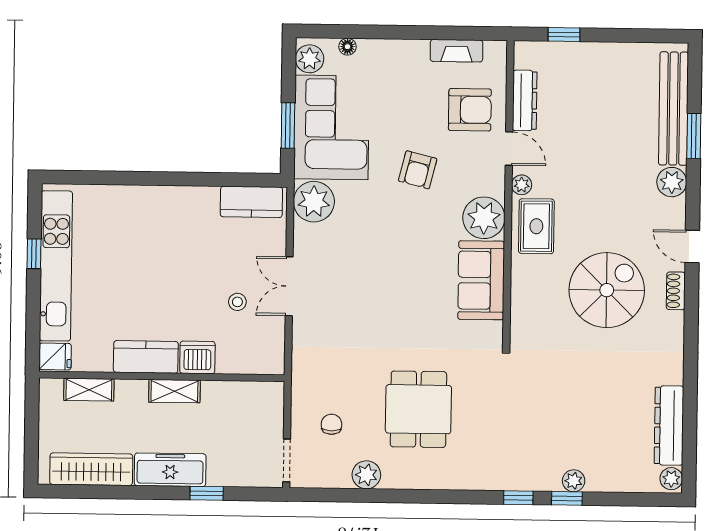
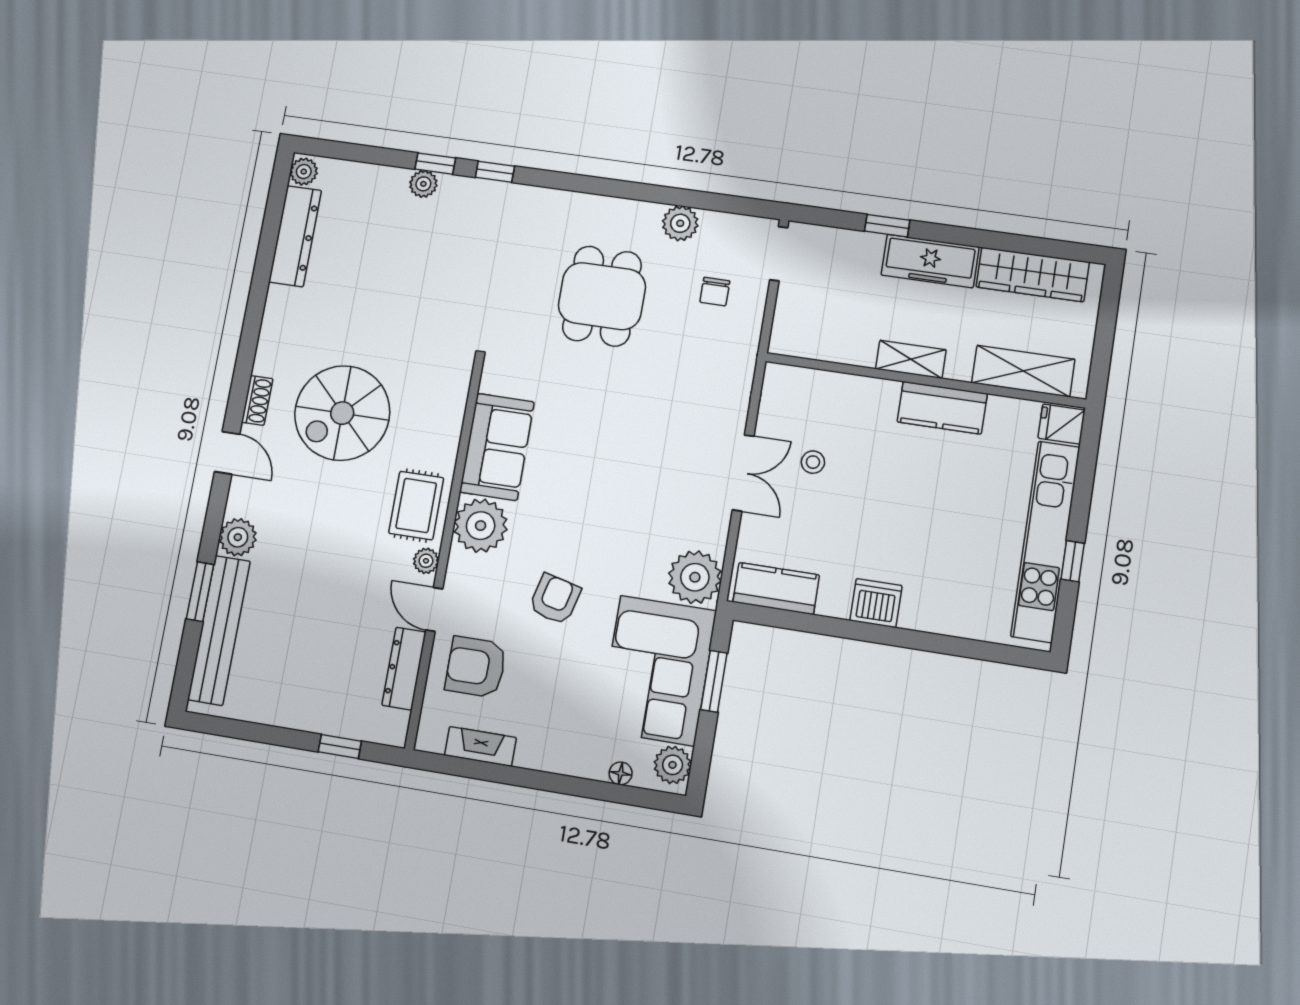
dishwasher: (197, 357) -> (876, 603), moved, turned 180
shelving: (89, 390) -> (1023, 371), width x1.50, depth x1.33

